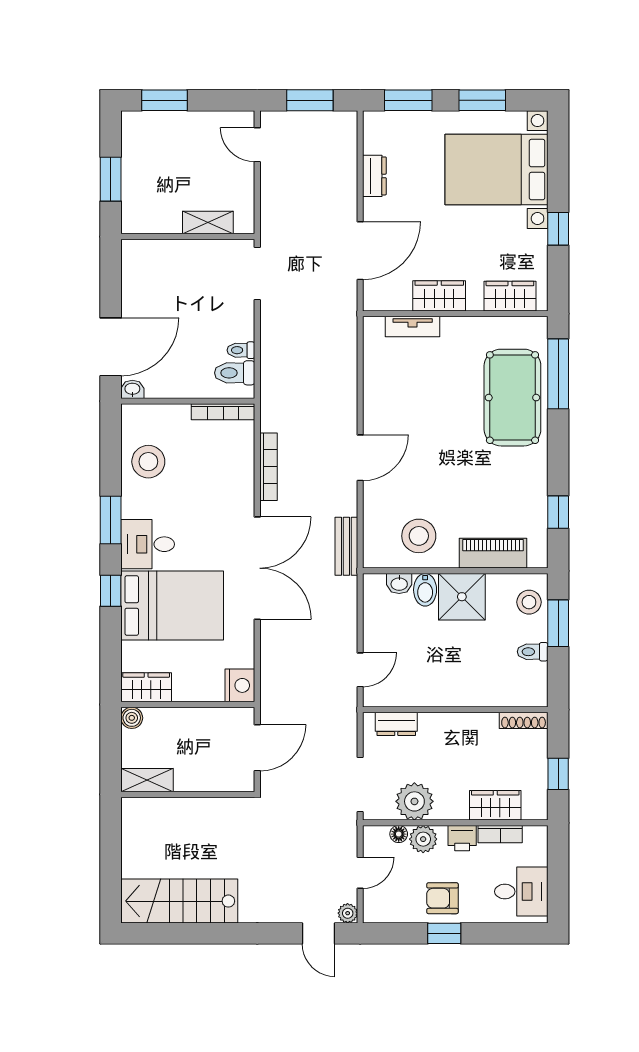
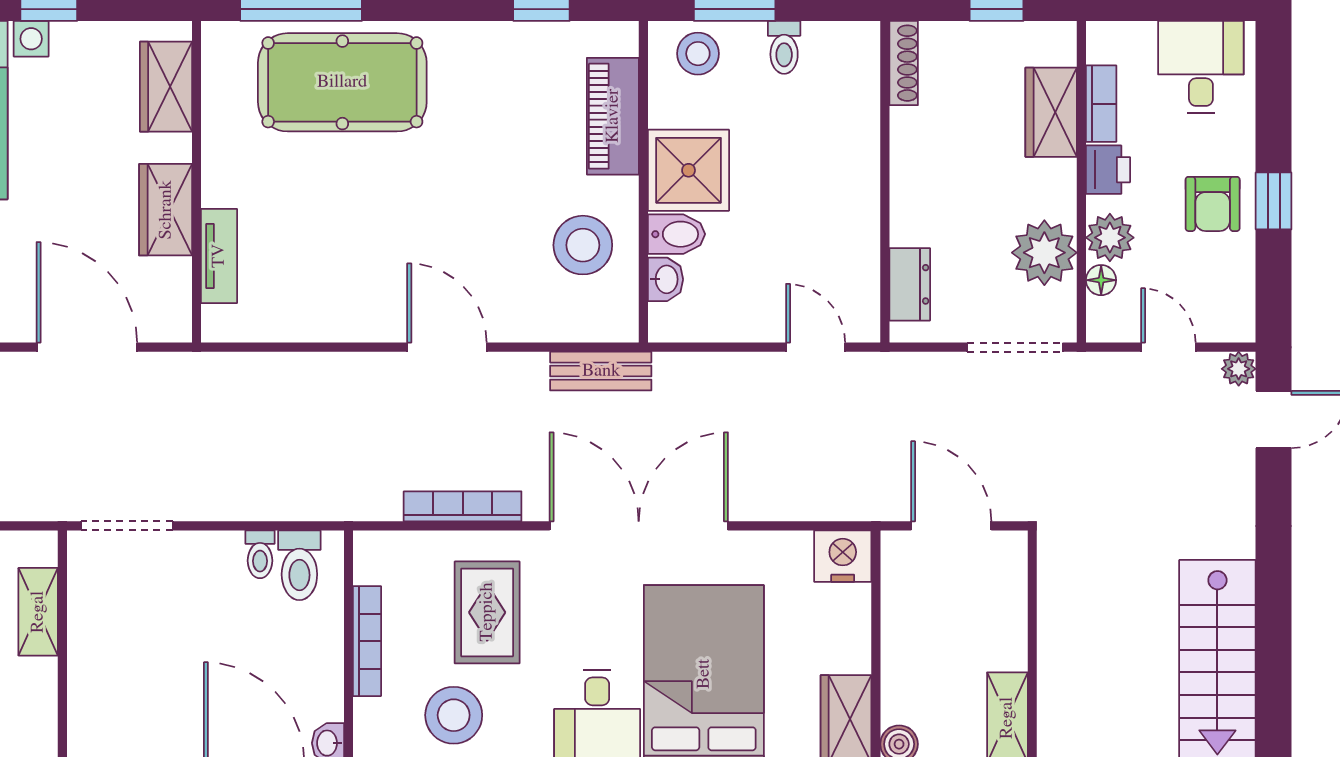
bookcase: (223, 412) -> (367, 641), moved
rug: (208, 481) -> (487, 612), added

